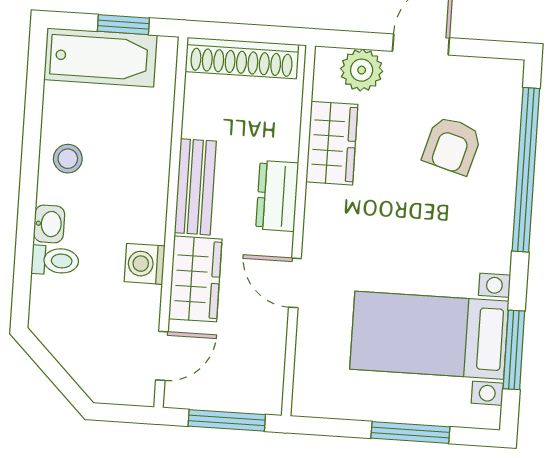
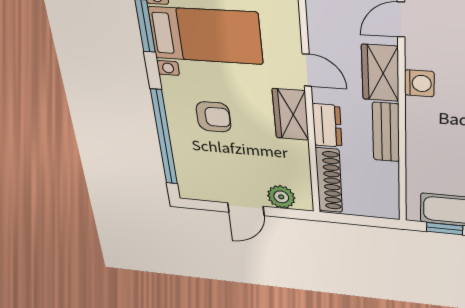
shoe rack: (242, 58) -> (329, 180), moved, turned 90
wardrobe: (332, 143) -> (291, 115), moved
armchair: (452, 145) -> (214, 117), moved, turned 74

